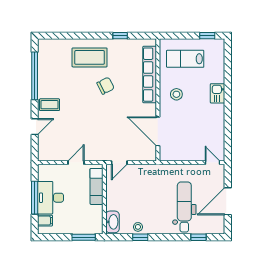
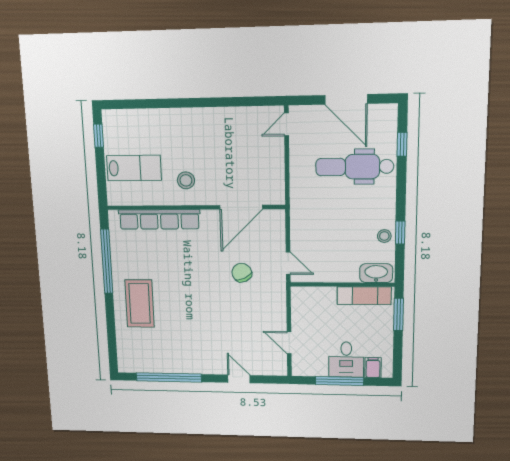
window: (120, 36) -> (107, 261), width x3.17
lab bench: (185, 59) -> (134, 168), turned -90
chair: (106, 86) -> (242, 273), moved
kitchen sink: (218, 93) -> (182, 119), removed
coffee table: (49, 105) -> (208, 358), removed
door: (76, 163) -> (289, 343), moved
exam couch: (97, 186) -> (364, 296), moved
desk: (51, 198) -> (346, 360), width x0.73

